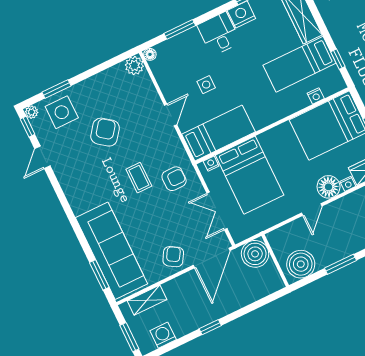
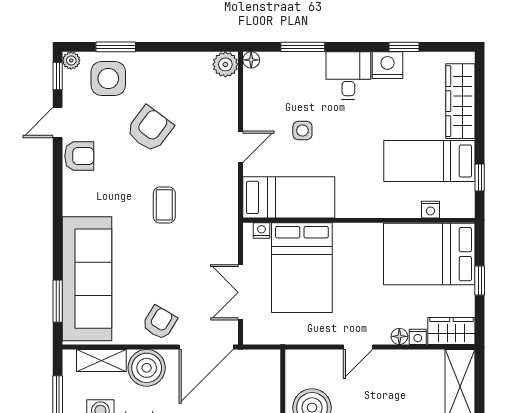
armchair: (174, 179) -> (79, 156), moved
floor lamp: (329, 187) -> (399, 336), width x0.53, depth x0.53
boiler: (255, 254) -> (147, 368), moved

